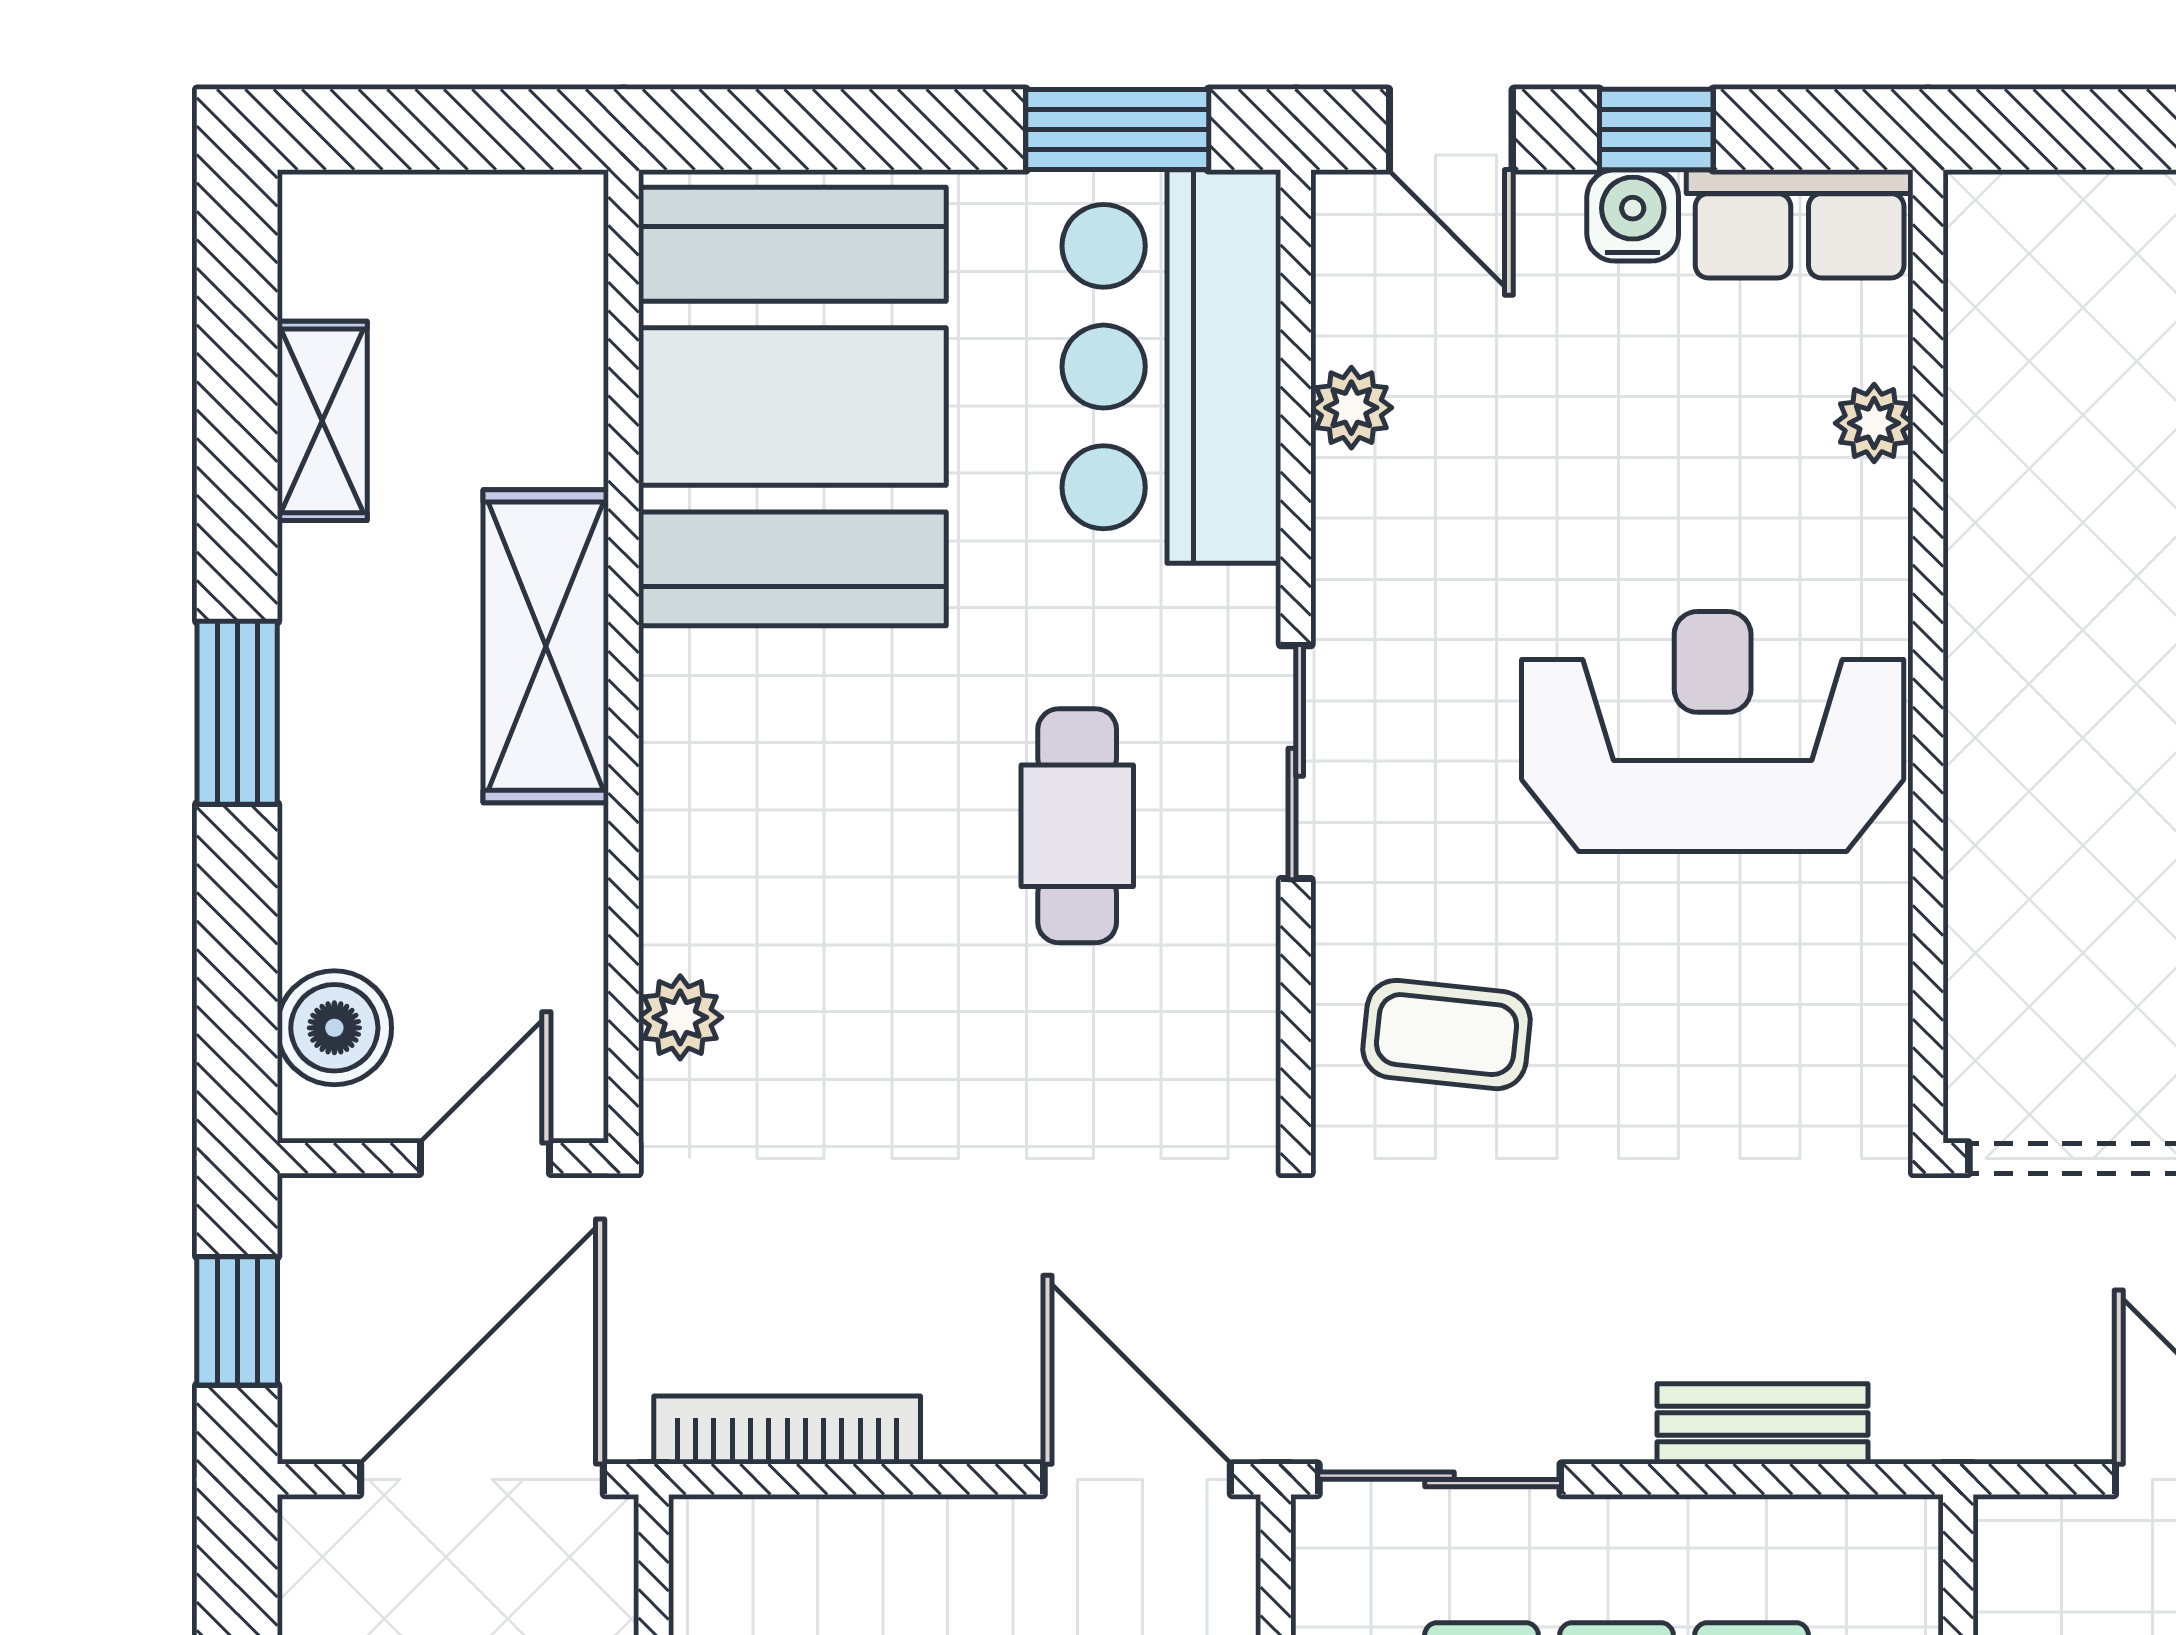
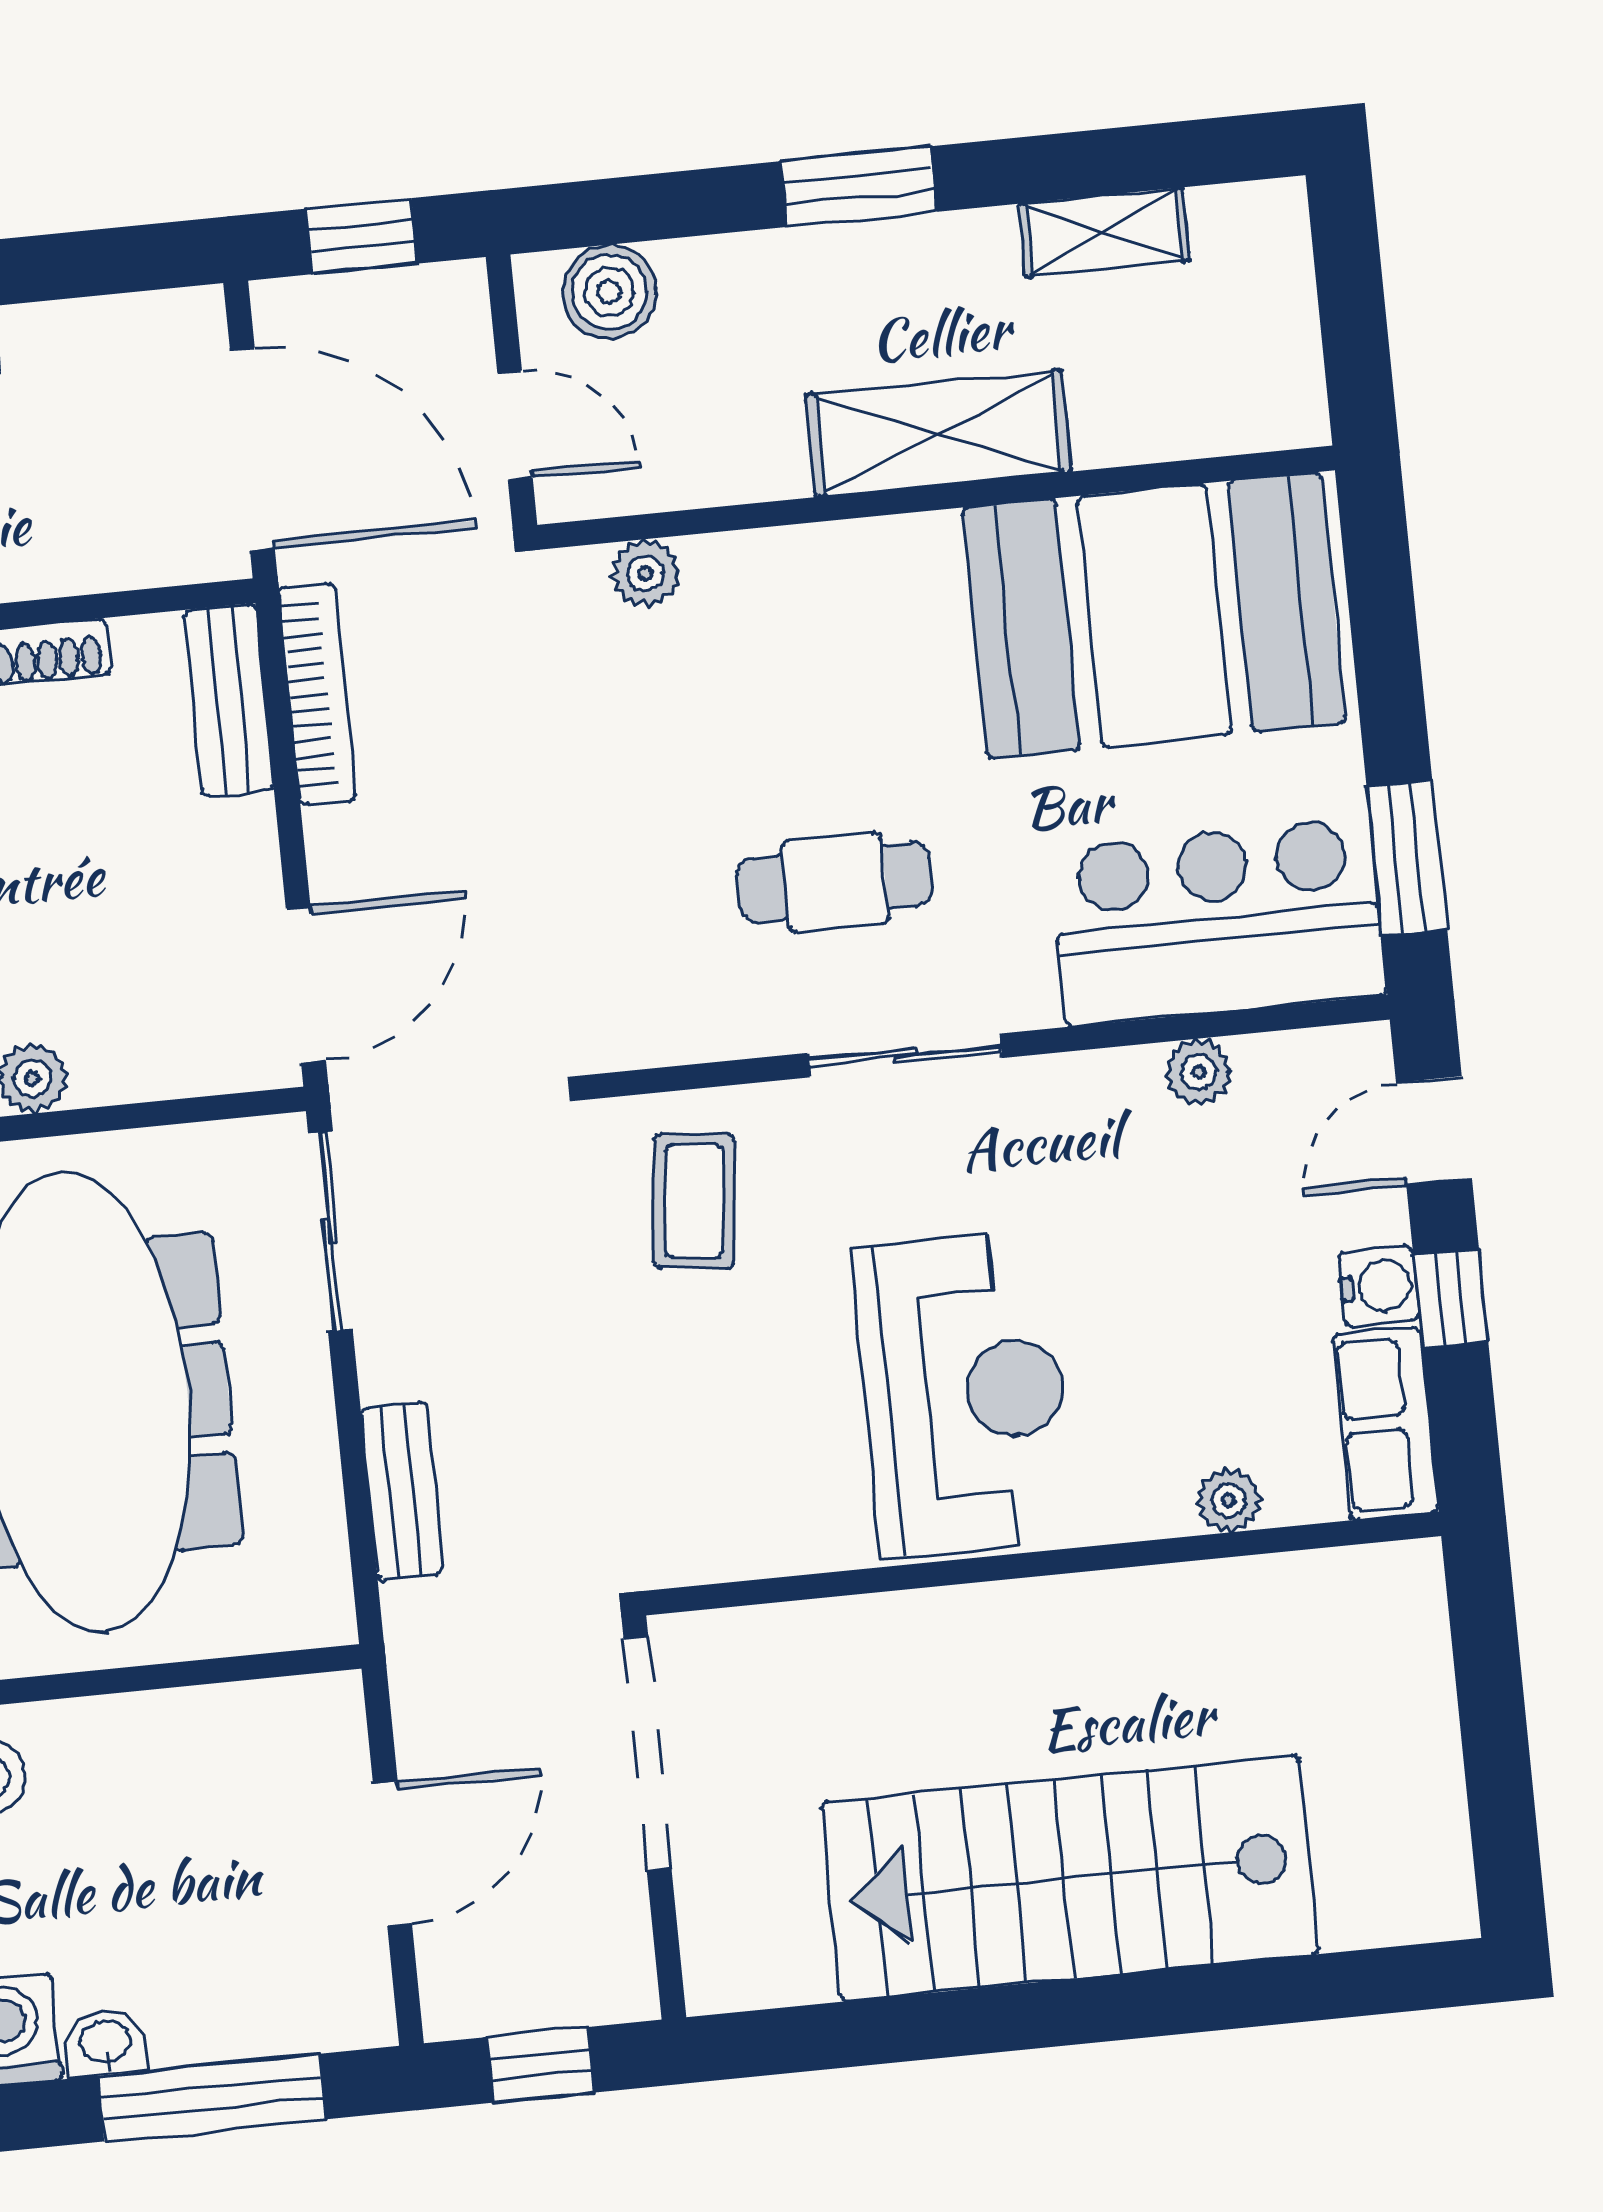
bench: (783, 1538) -> (229, 700), added

